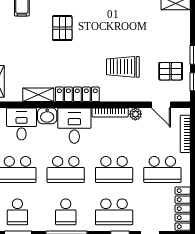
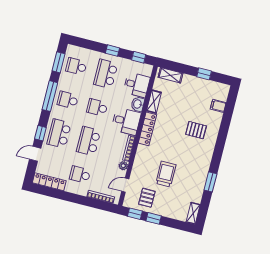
trolley: (123, 67) -> (166, 174), moved
school desk: (66, 169) -> (97, 107), width x0.54
school desk: (162, 169) -> (80, 175), width x0.54

